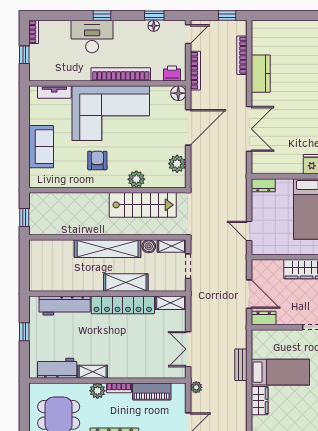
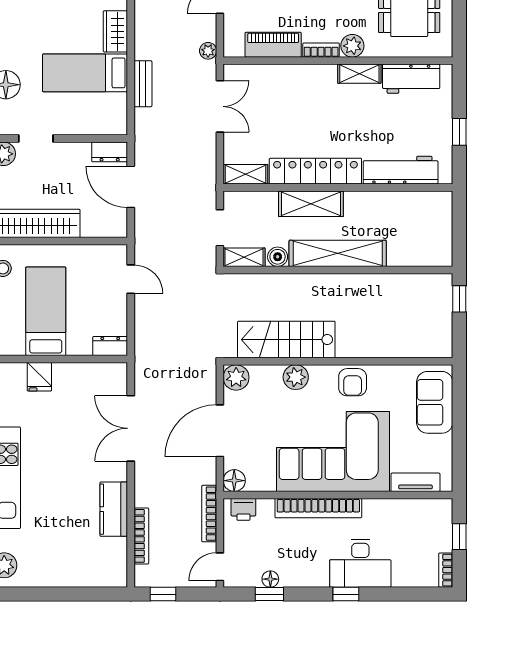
plant: (136, 179) -> (296, 377), moved
wall: (107, 190) -> (338, 361), moved
stairs: (143, 205) -> (286, 340), moved

